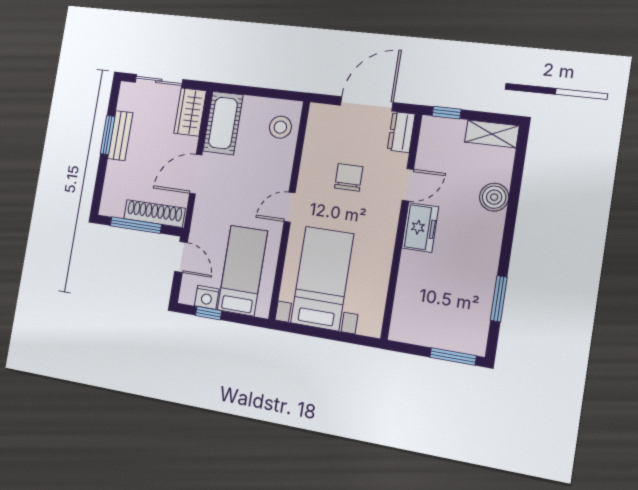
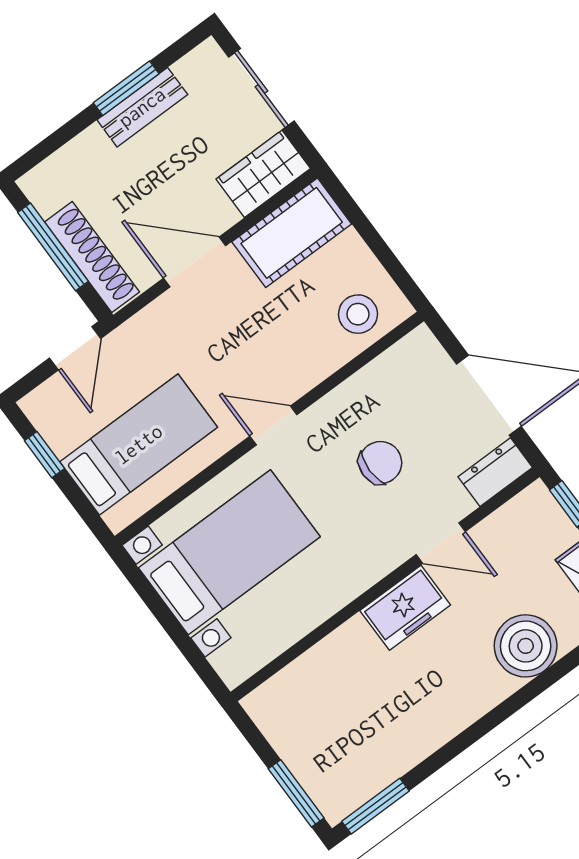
boiler: (494, 197) -> (526, 646), width x1.37, depth x1.37
nightstand: (207, 297) -> (61, 433), removed
window: (499, 299) -> (375, 806), moved

